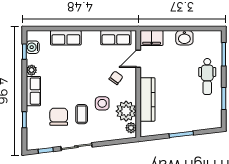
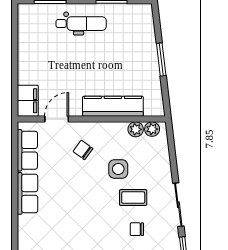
row of seats: (66, 38) -> (27, 193), moved
washbasin: (184, 38) -> (27, 55), removed
door: (138, 59) -> (57, 119), swing flipped
plant: (126, 111) -> (136, 129), width x0.53, depth x0.53
chair: (59, 117) -> (137, 229), width x0.54, depth x0.54

